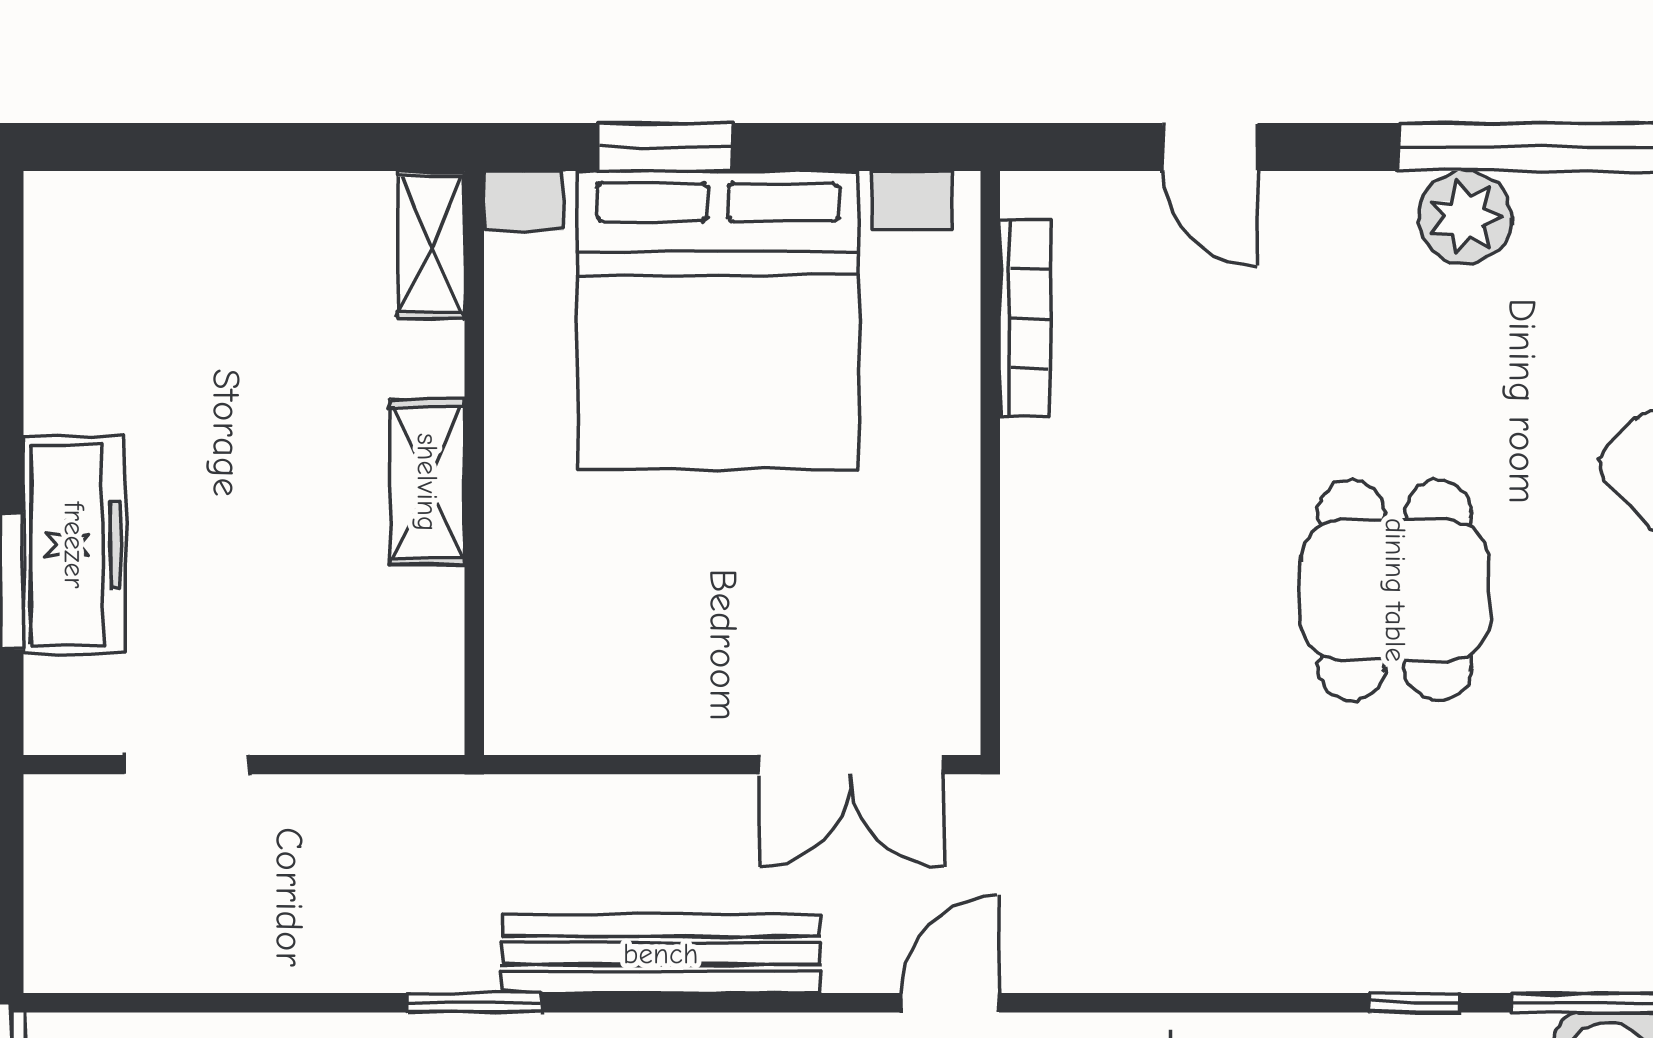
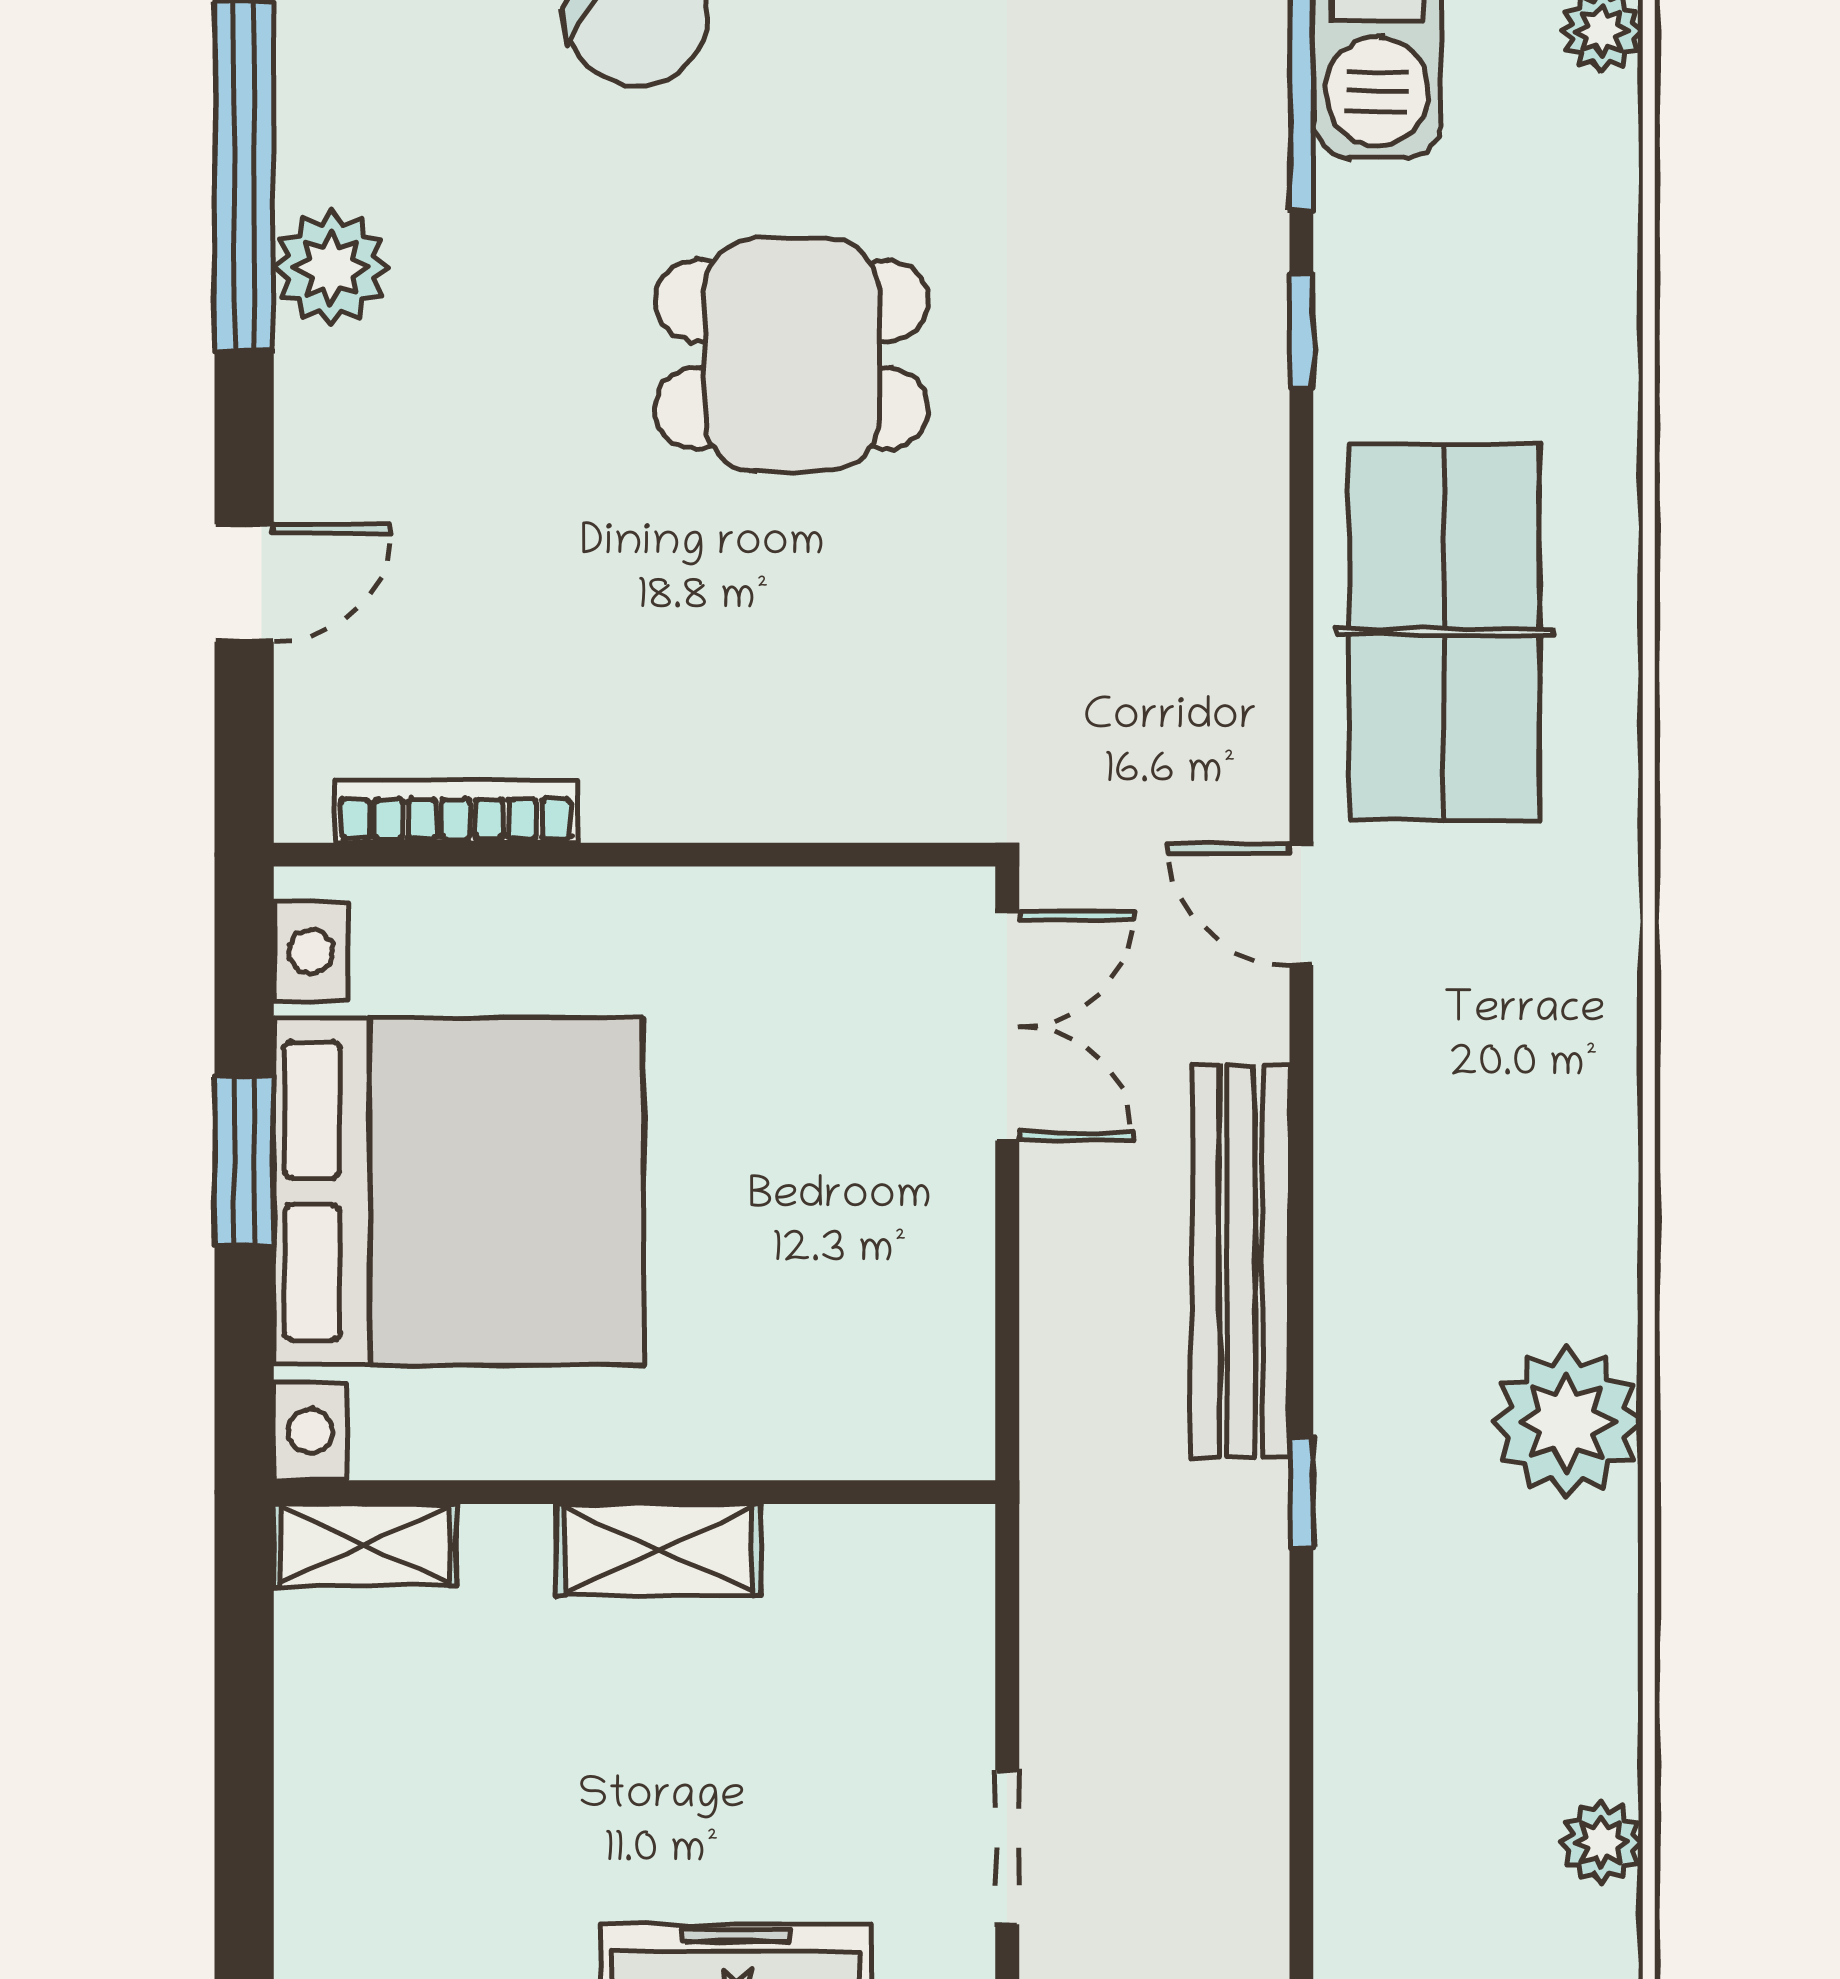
window: (665, 147) -> (244, 1161), moved
window: (474, 1003) -> (1301, 1492), width x0.67

